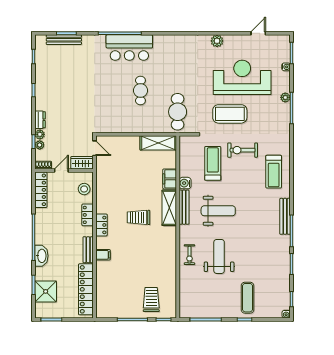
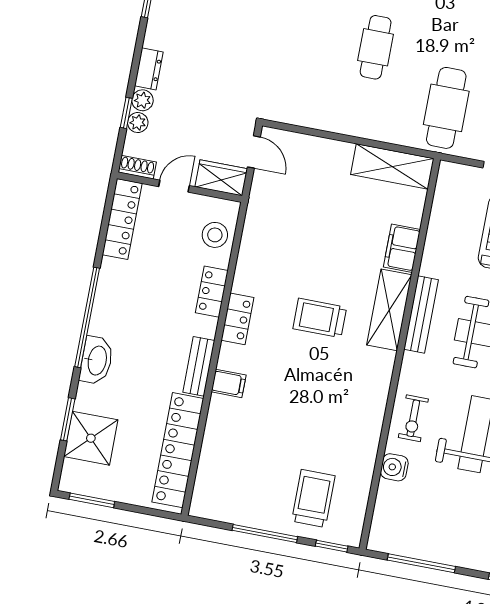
water cooler: (185, 183) -> (394, 467), moved

